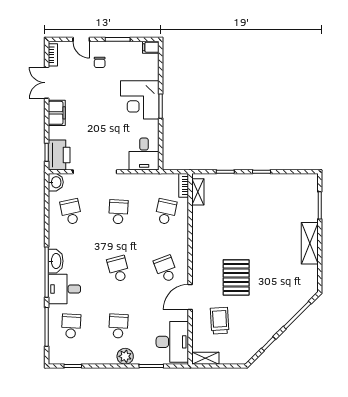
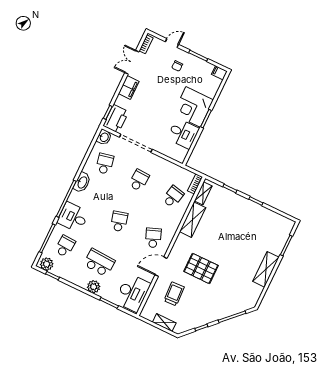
door: (81, 39) -> (172, 43), swing flipped
desk: (144, 154) -> (183, 133), moved, turned -90
shelving: (200, 227) -> (193, 220), added
washbasin: (56, 261) -> (82, 182), moved
pallet: (236, 277) -> (201, 268), turned 90
school desk: (118, 326) -> (99, 263), width x1.85
plant: (60, 356) -> (47, 264), added
shelving: (205, 358) -> (164, 323), moved

